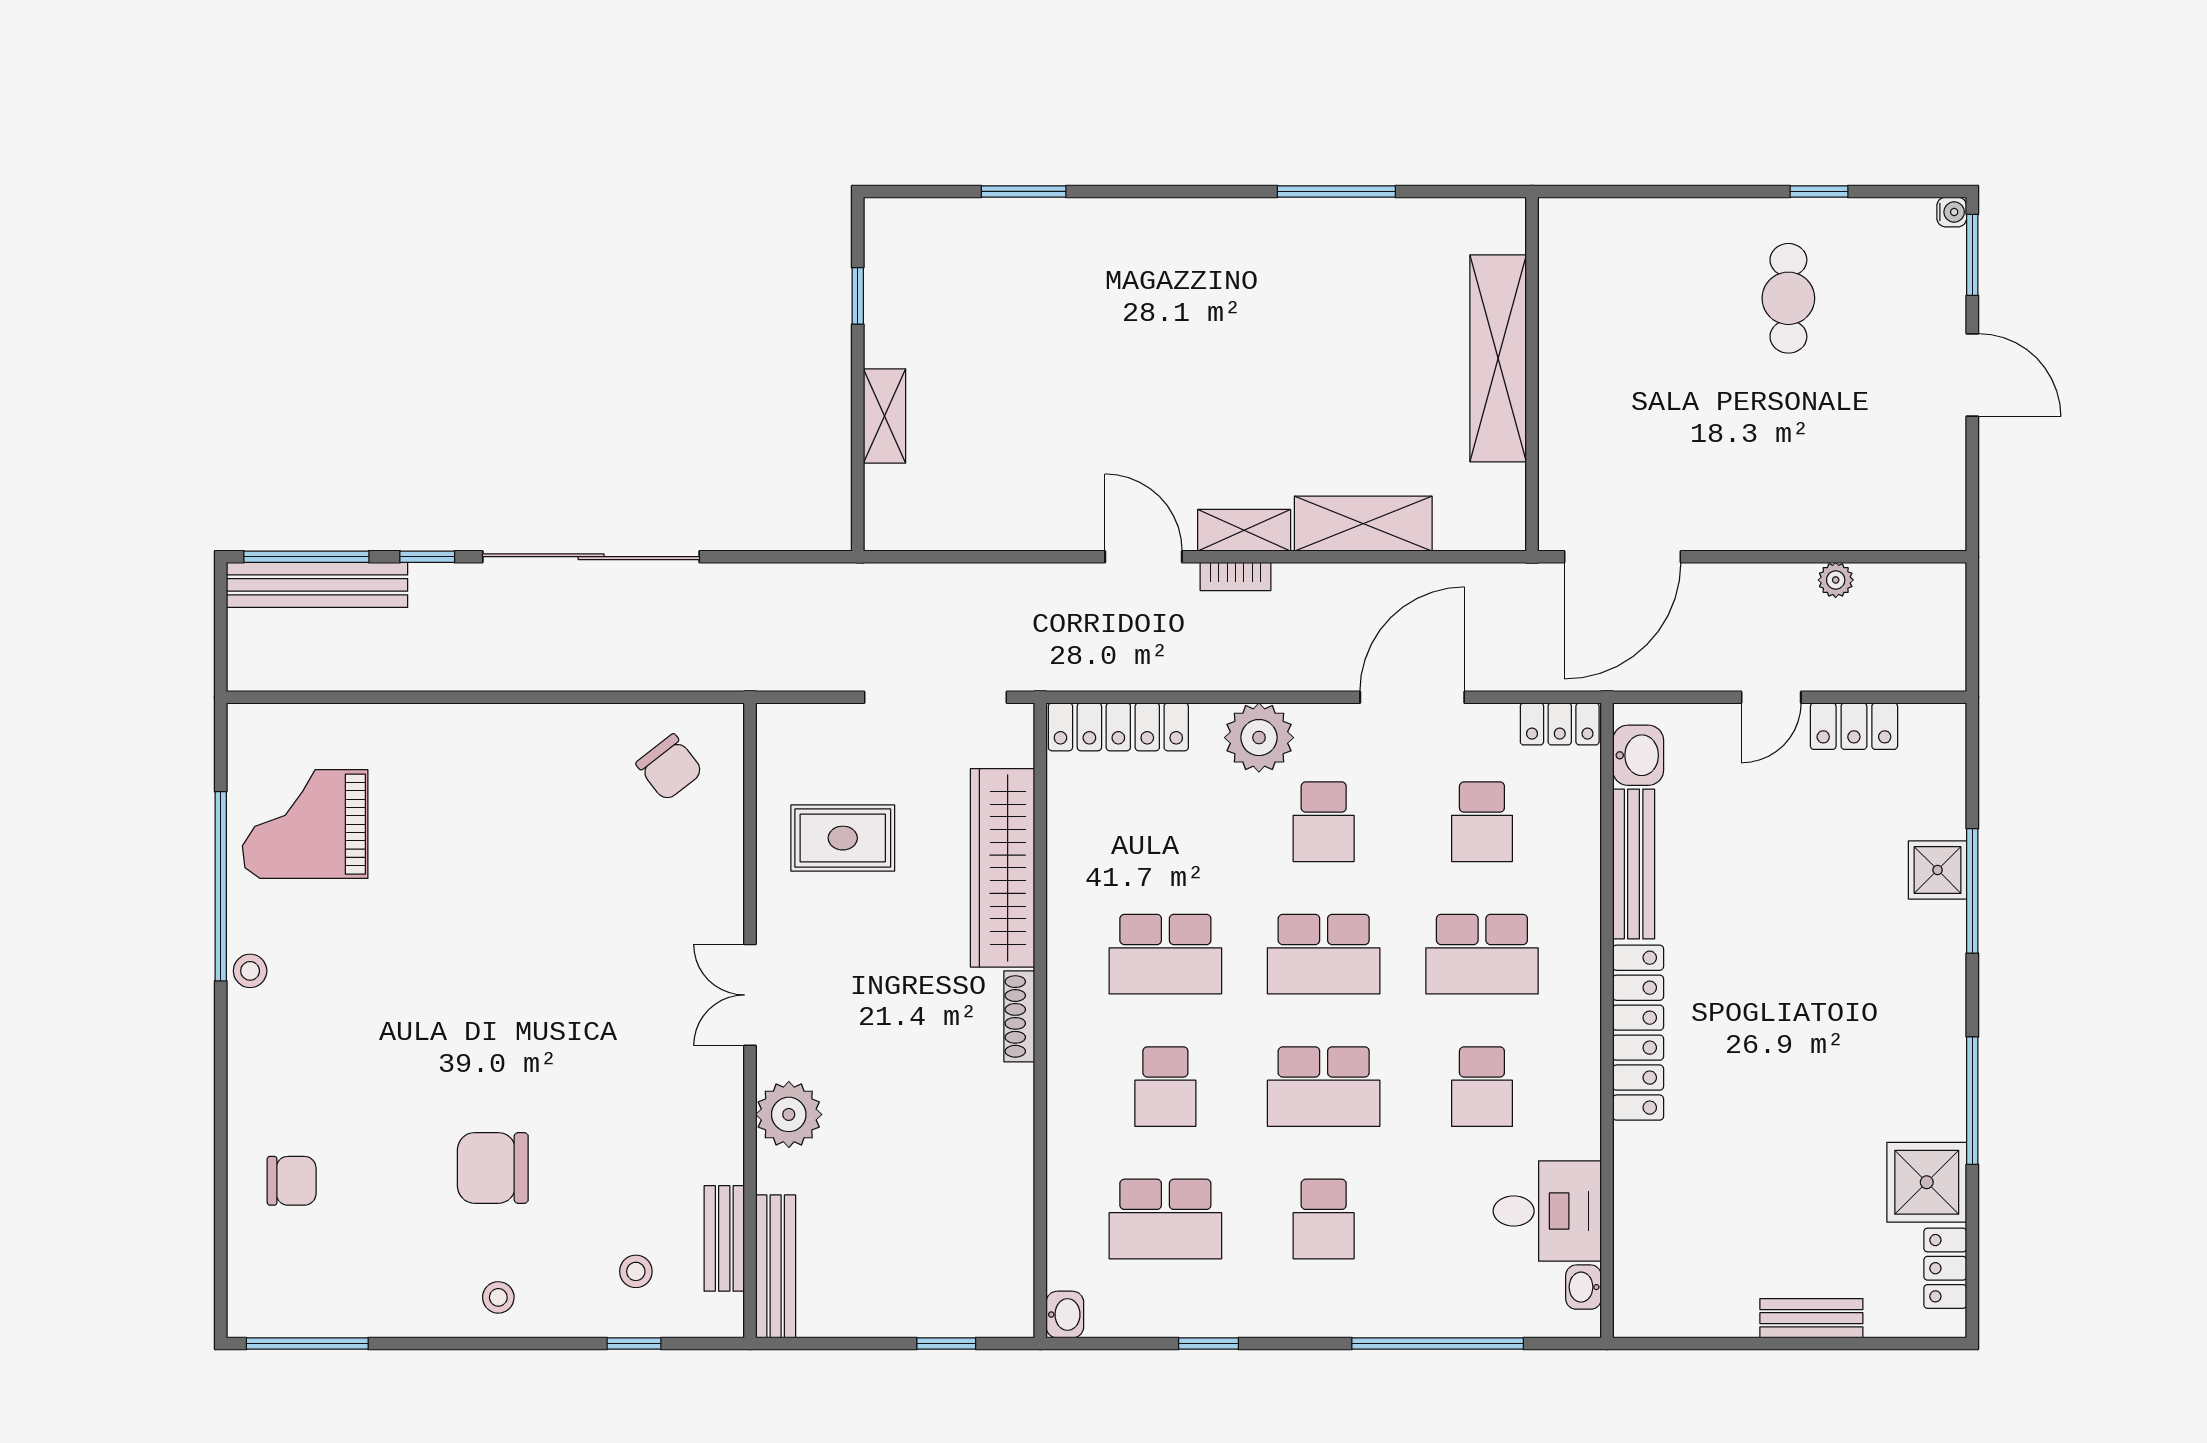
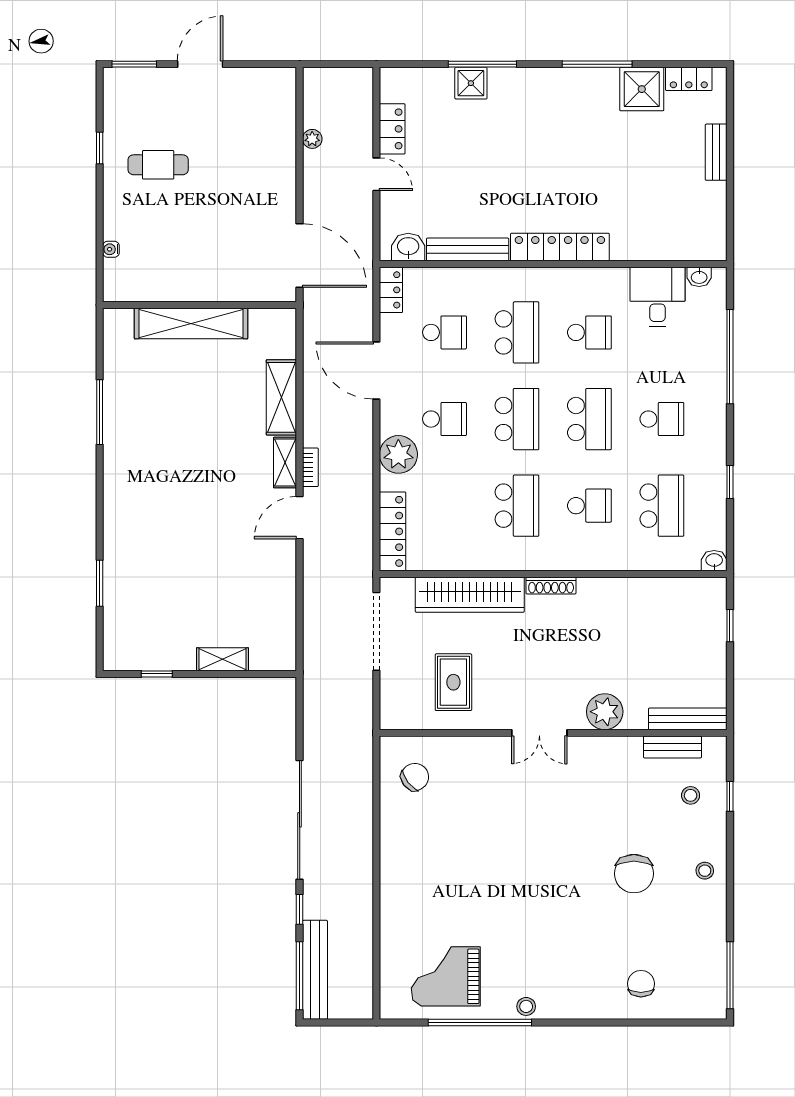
water cooler: (1952, 212) -> (111, 249), moved, turned -90
grand piano: (305, 824) -> (446, 976), turned 90

